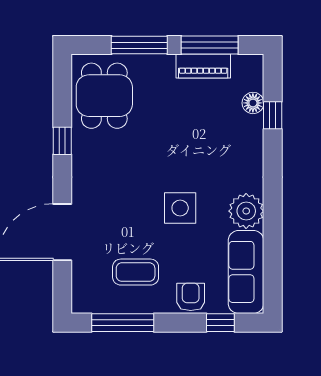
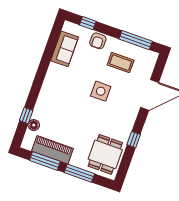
piano: (203, 66) -> (52, 150), width x1.37, depth x1.33
side table: (180, 208) -> (101, 91), moved
plant: (246, 211) -> (56, 73), removed
sofa: (246, 272) -> (65, 49), width x0.73

